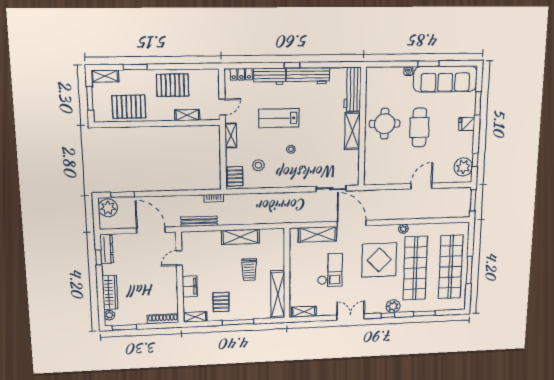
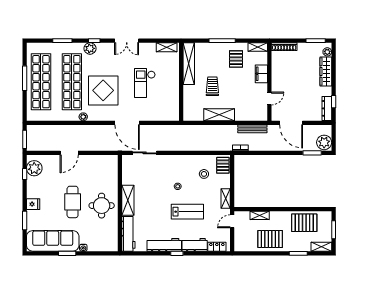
shelving: (318, 234) -> (156, 115), removed

